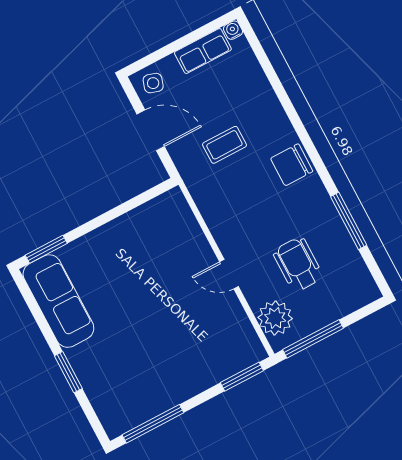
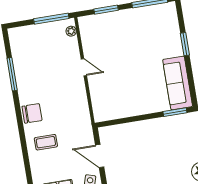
coffee table: (224, 145) -> (46, 142), moved
wheelchair: (298, 264) -> (46, 60), removed
plant: (275, 318) -> (71, 31), width x0.53, depth x0.53
window: (242, 377) -> (106, 10), moved

